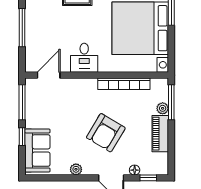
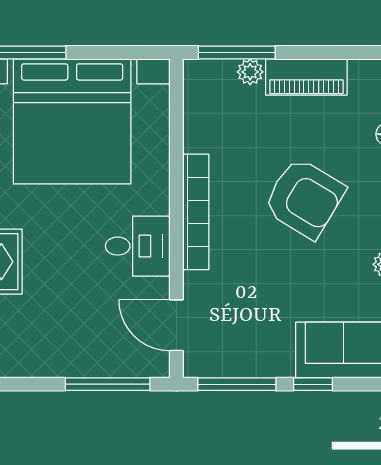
window: (22, 28) -> (108, 384), moved
bookcase: (124, 84) -> (196, 212), moved

